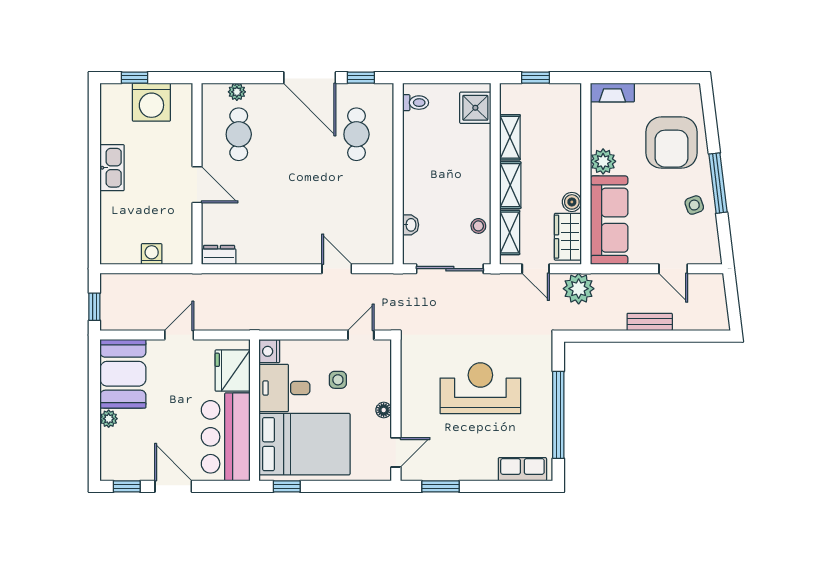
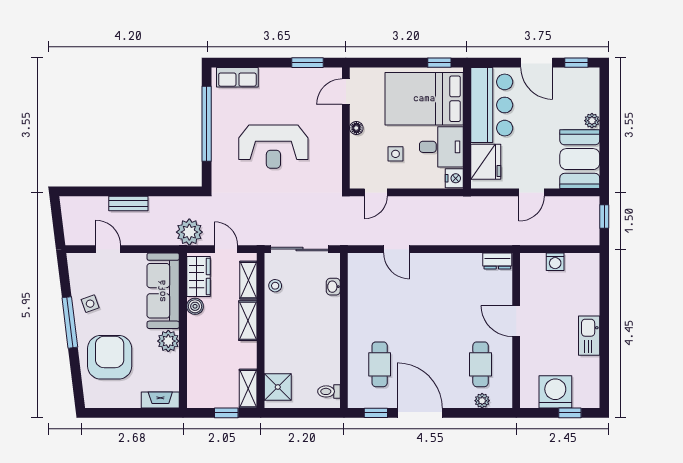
shelving: (510, 137) -> (248, 389), moved

